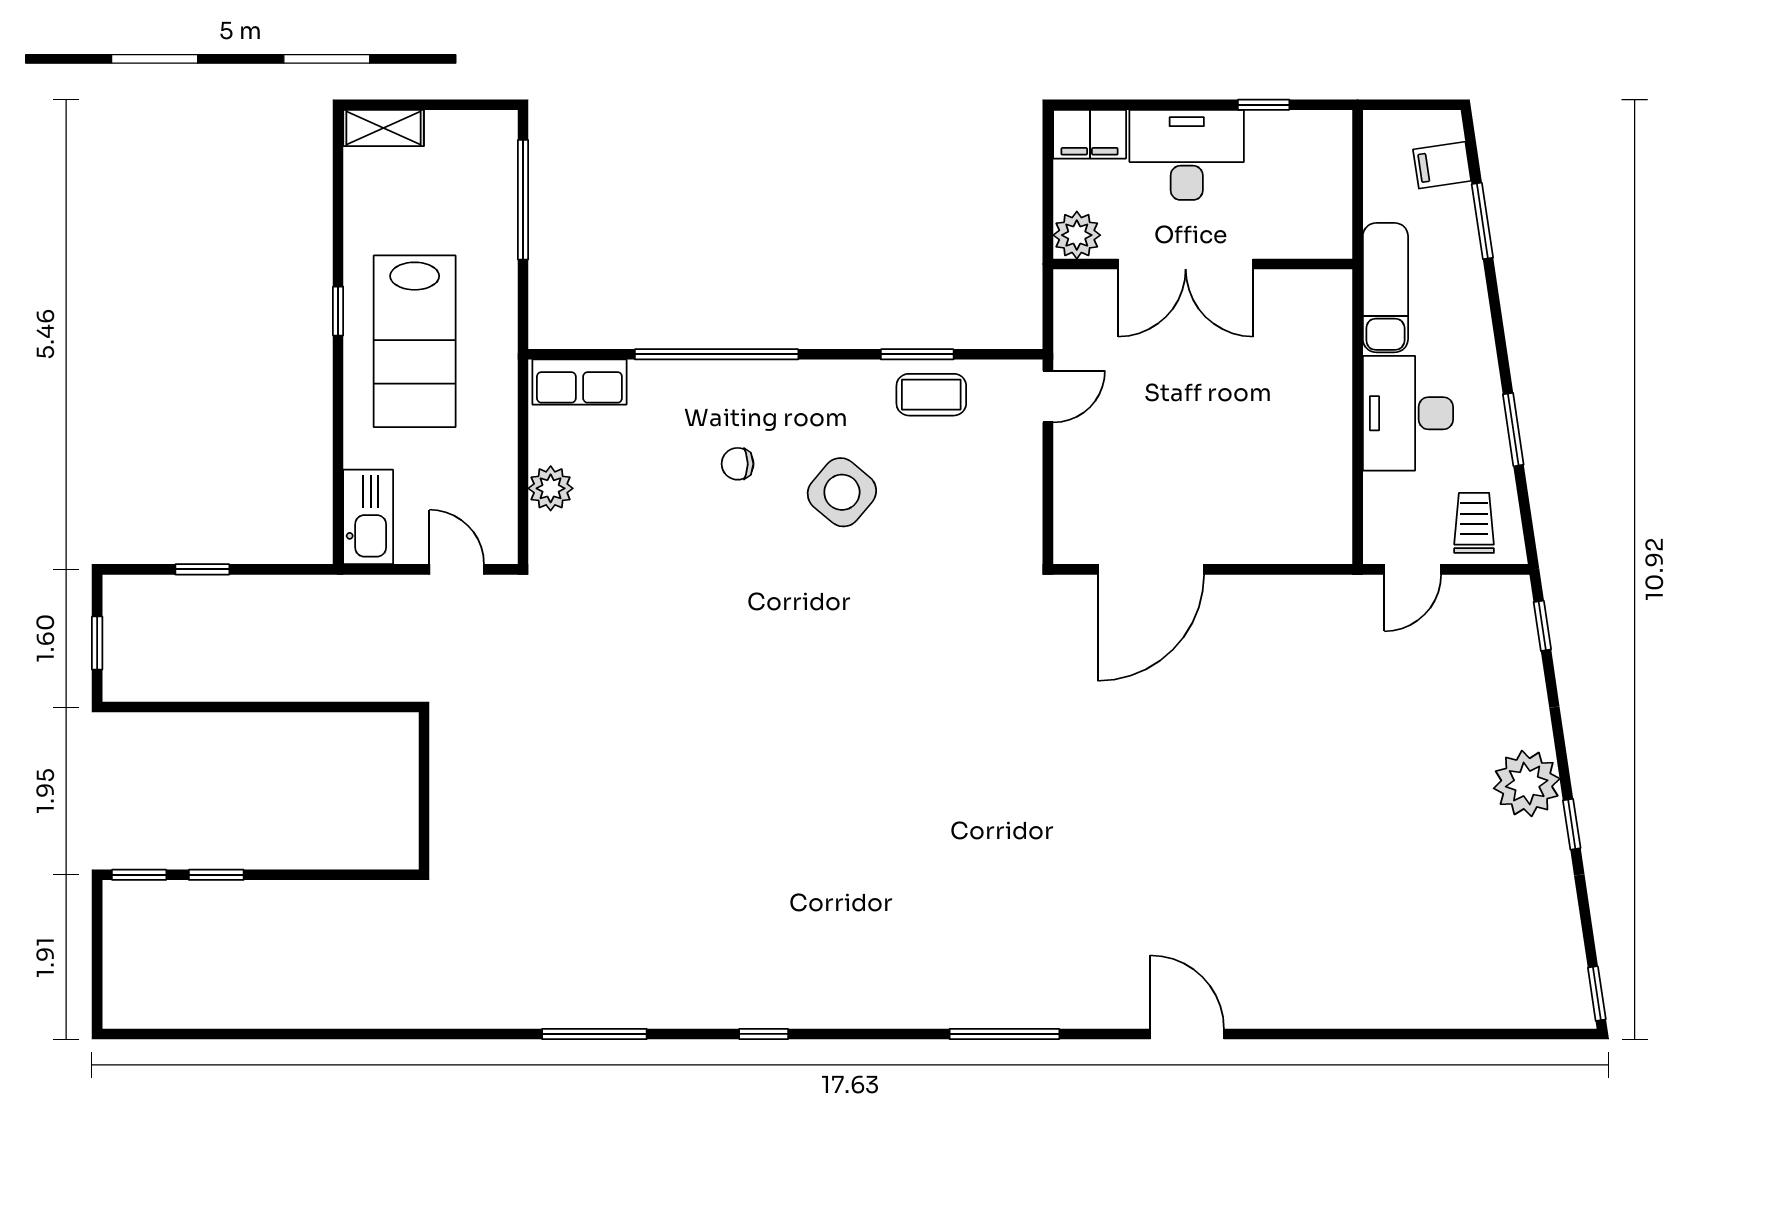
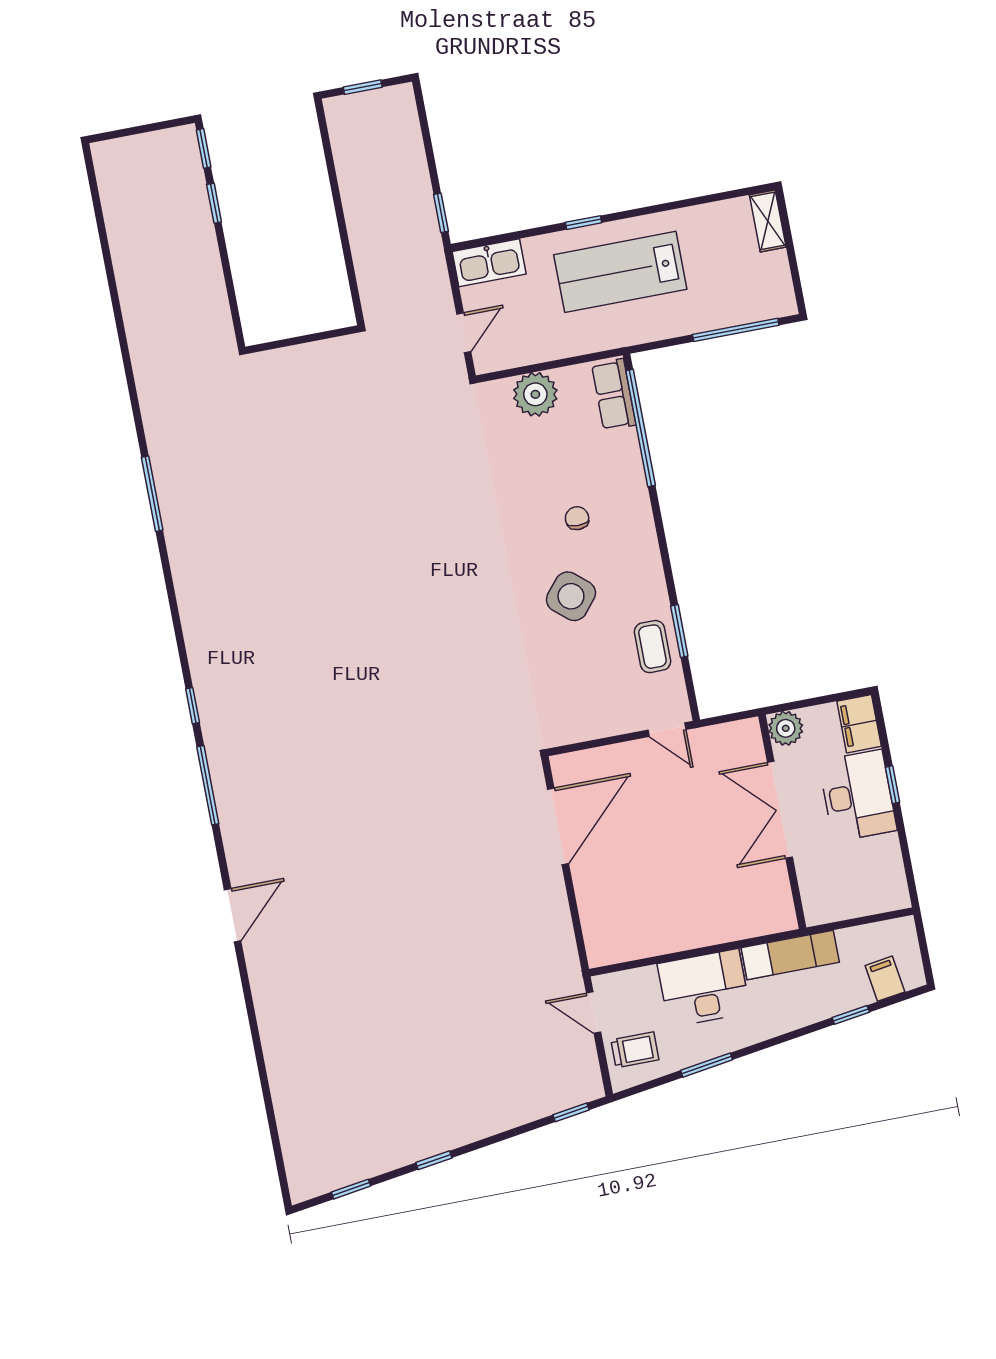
window: (1264, 105) -> (892, 785), moved
window: (1482, 221) -> (851, 1015), width x0.67
window: (338, 311) -> (584, 223), moved
window: (717, 354) -> (641, 428), moved
plant: (551, 488) -> (535, 394), width x1.36, depth x1.36
window: (202, 569) -> (441, 213), moved
door: (1151, 569) -> (558, 826), swing flipped
plant: (1527, 784) -> (457, 1123), removed
window: (1597, 994) -> (351, 1189), moved
window: (764, 1034) -> (193, 706), moved

